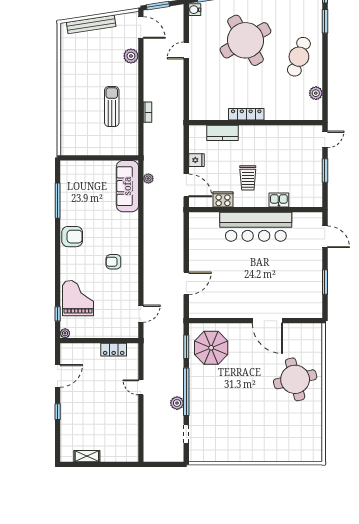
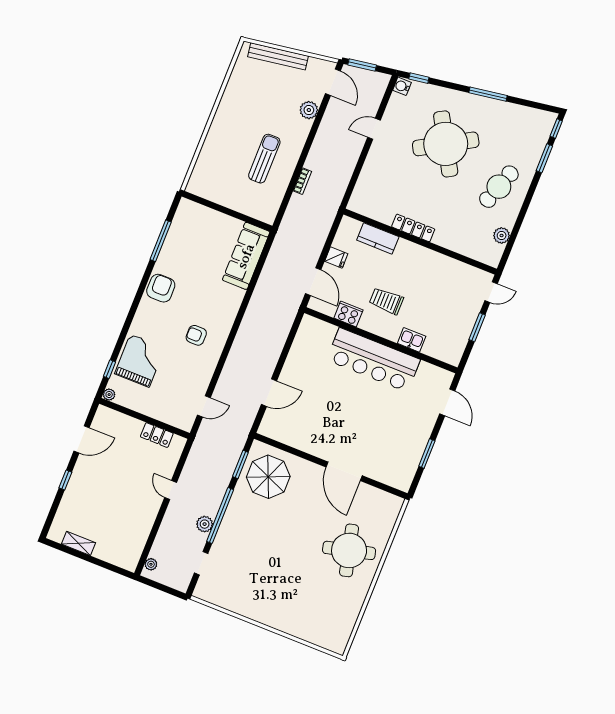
trolley: (248, 178) -> (386, 301), turned 90
plant: (148, 179) -> (151, 564), moved
armchair: (72, 237) -> (161, 288), turned -90

